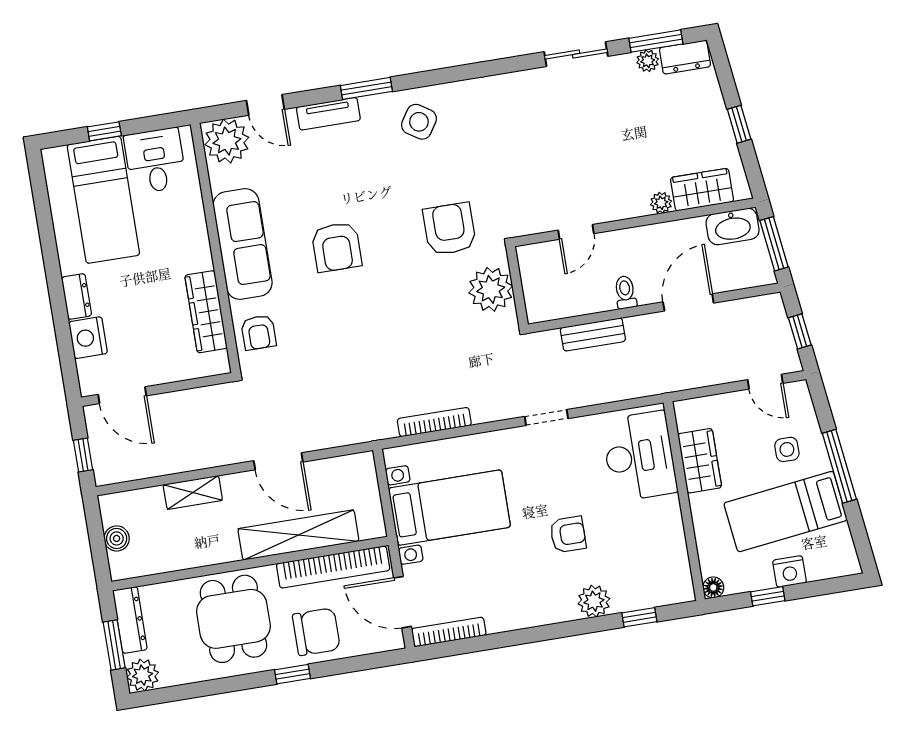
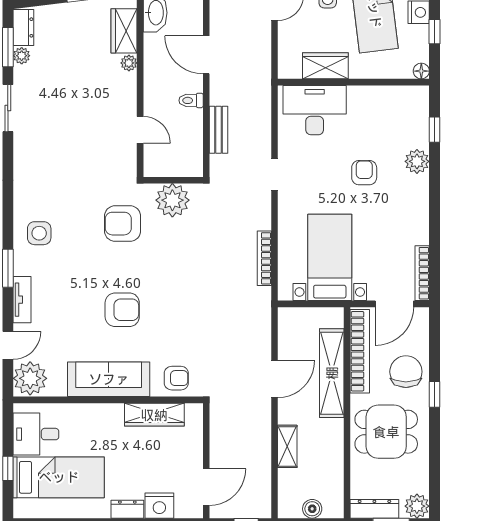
side table: (419, 122) -> (39, 233), turned -33

